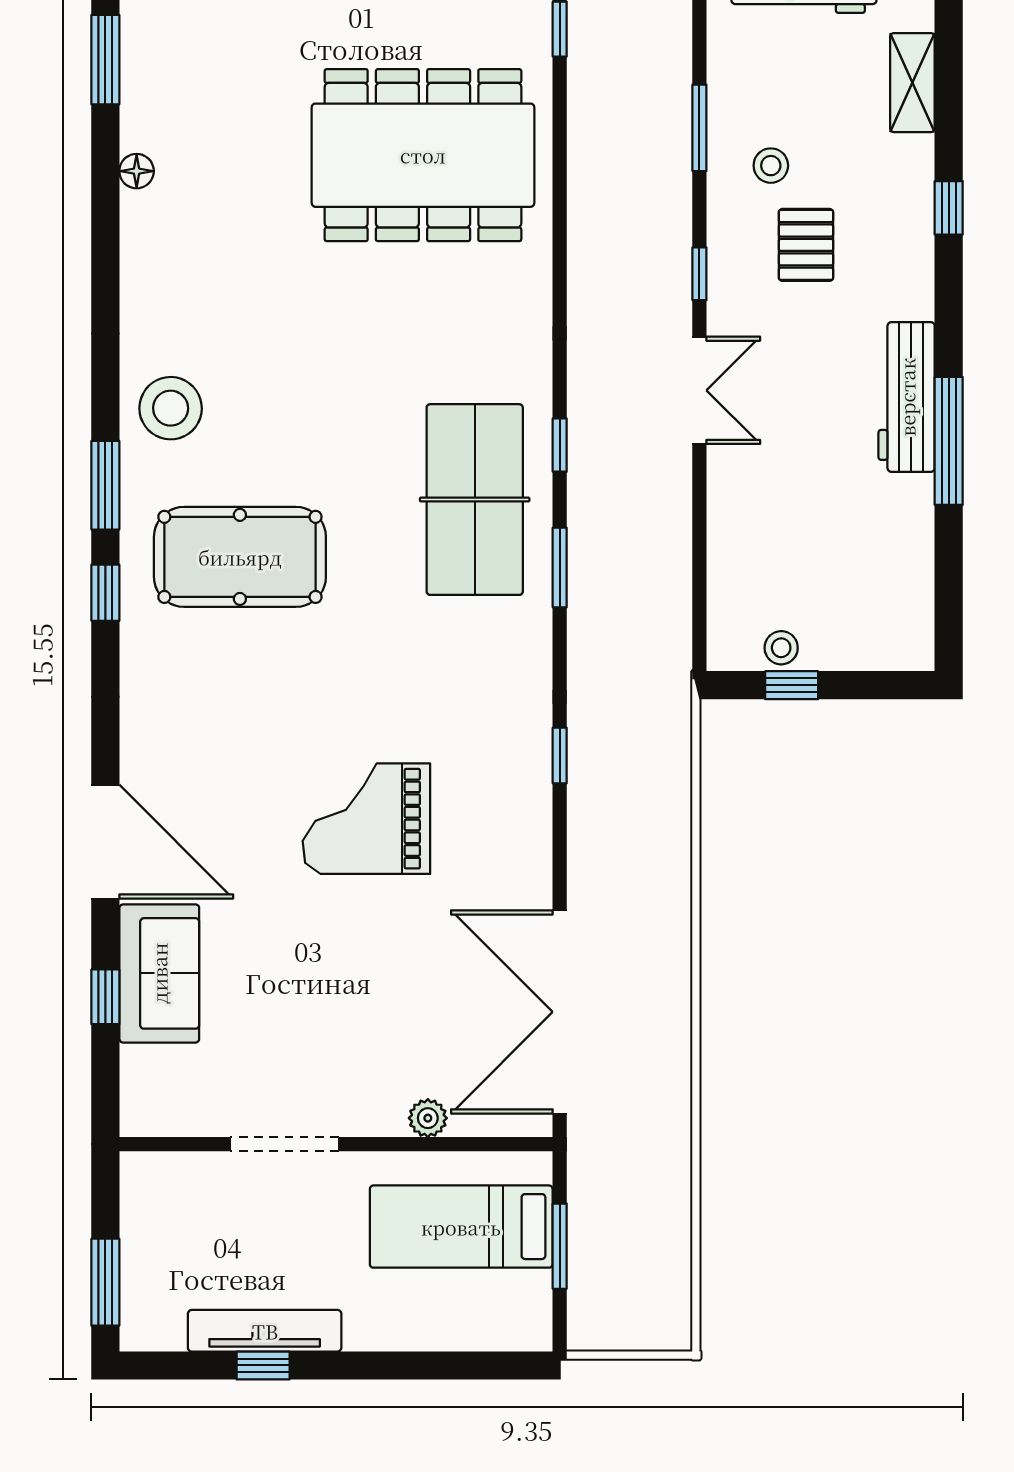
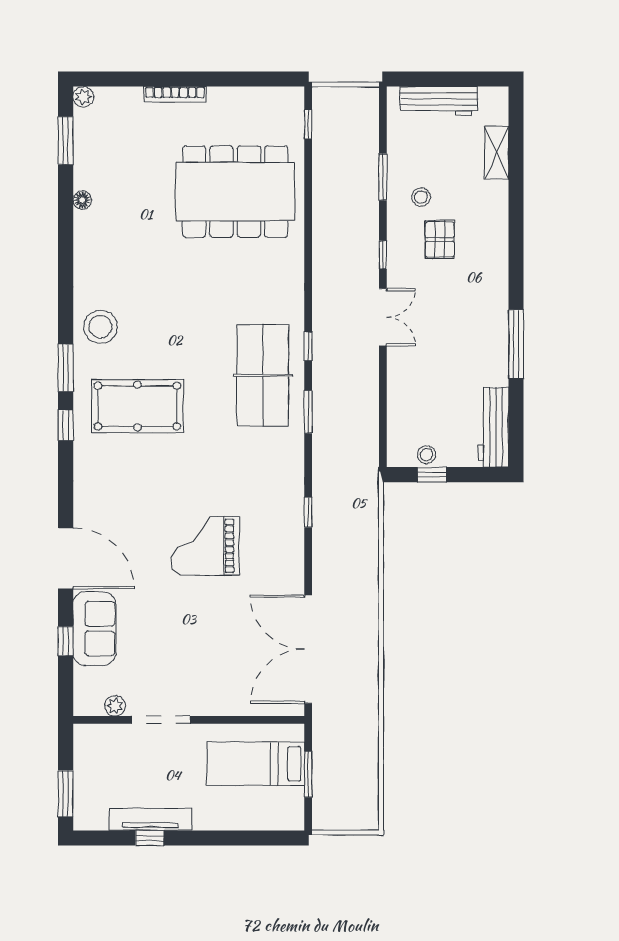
window: (949, 208) -> (516, 220), removed
workbench: (907, 397) -> (494, 427), moved
plant: (428, 1118) -> (115, 706), moved

